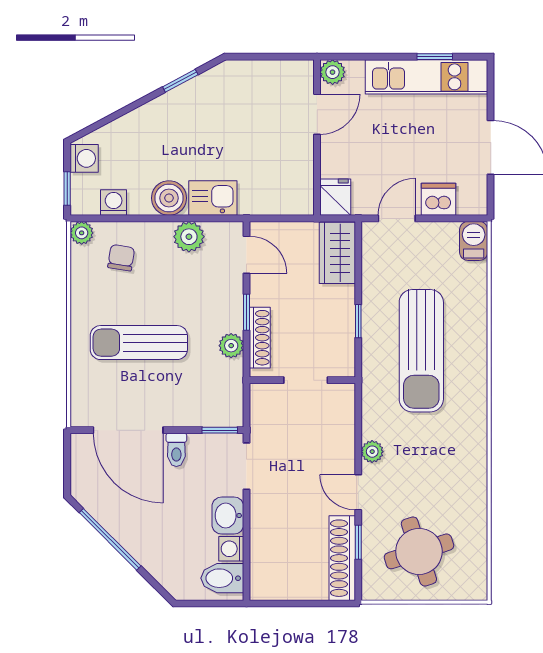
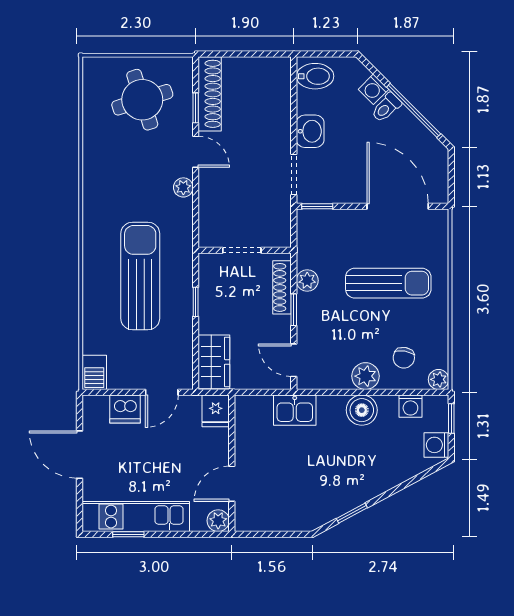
kitchen sink: (213, 198) -> (295, 410), moved
plant: (189, 237) -> (366, 376), moved
toilet: (176, 450) -> (386, 108), moved, turned -135
washing machine: (231, 549) -> (373, 89), moved, turned 135

